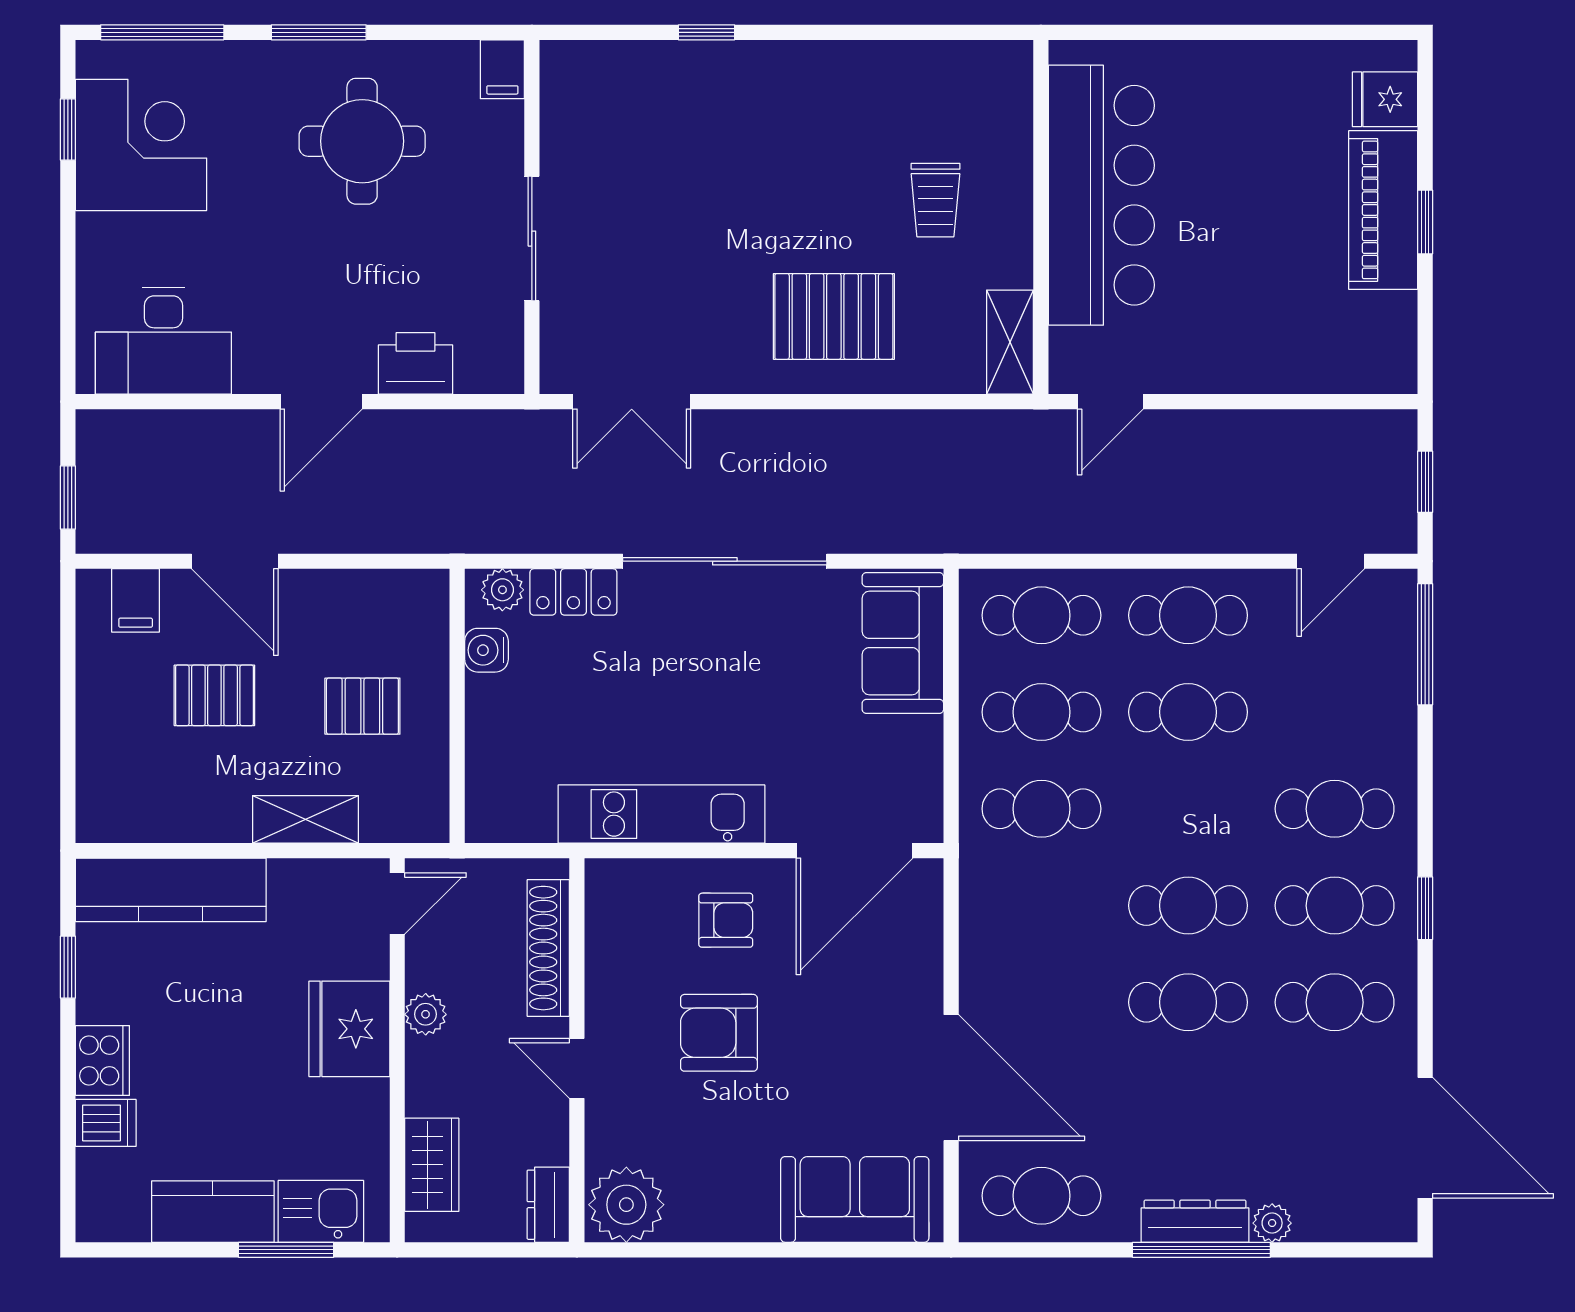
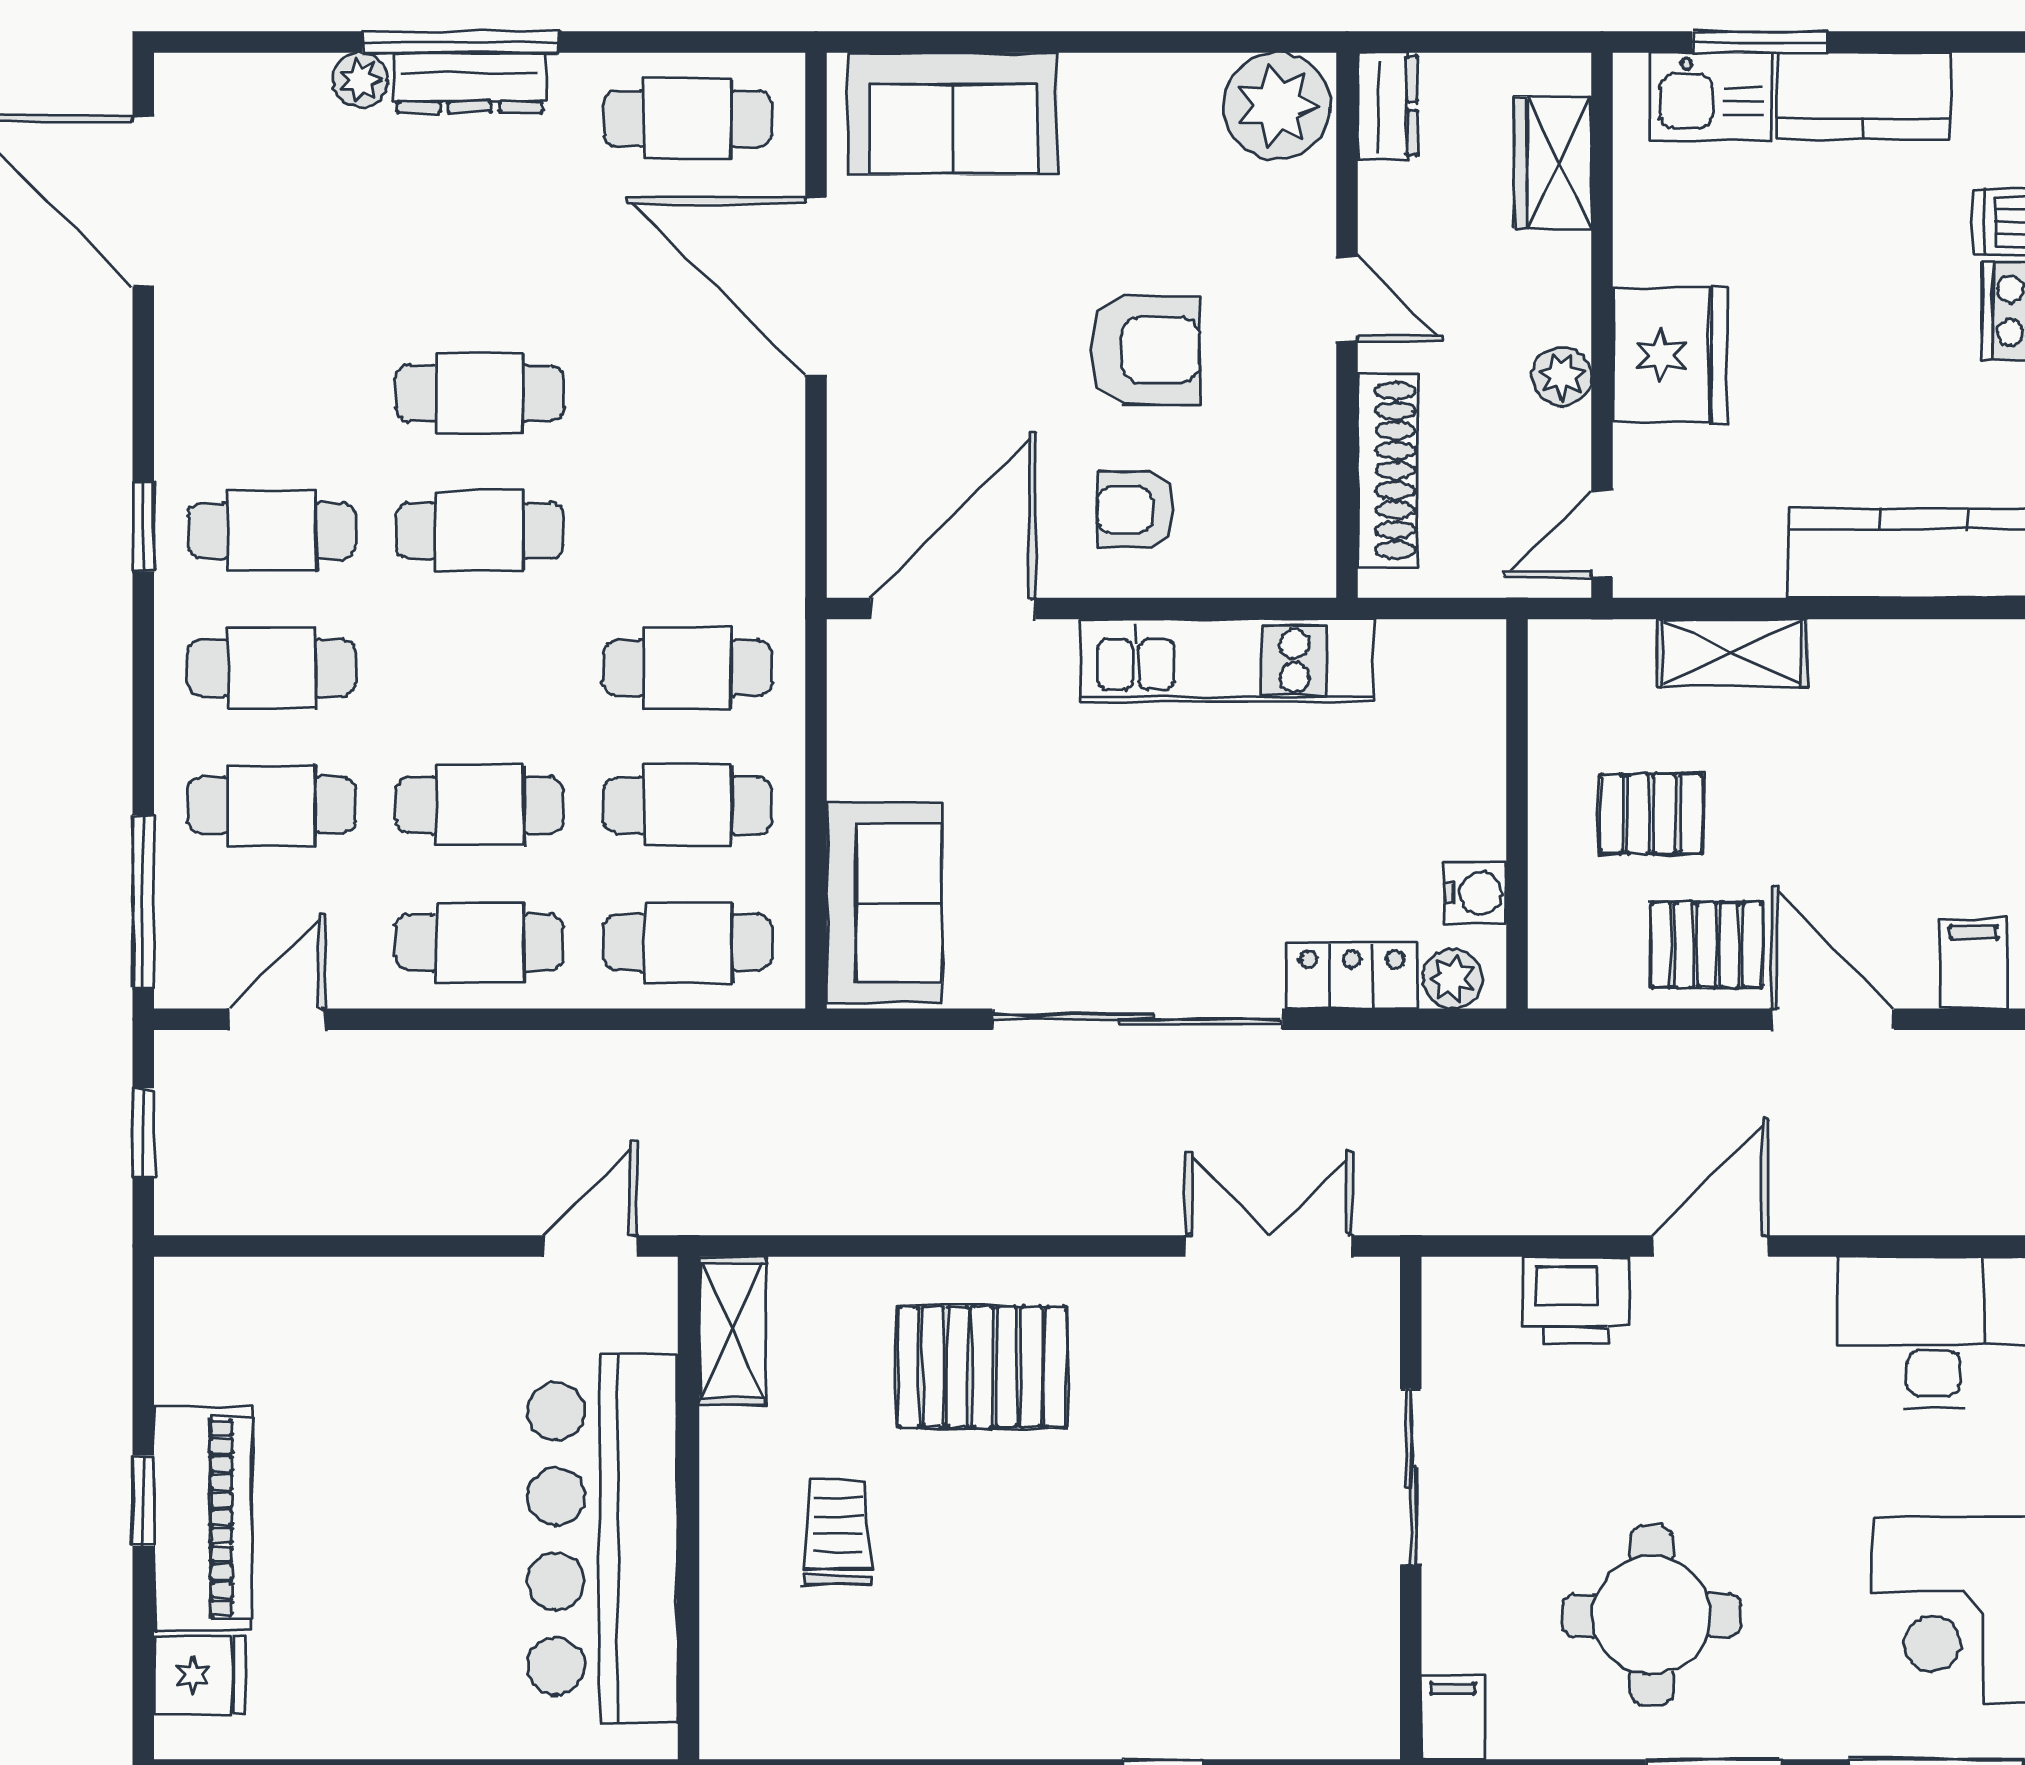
pallet: (214, 695) -> (1707, 945), moved
cafe table: (1335, 1002) -> (272, 805), moved

